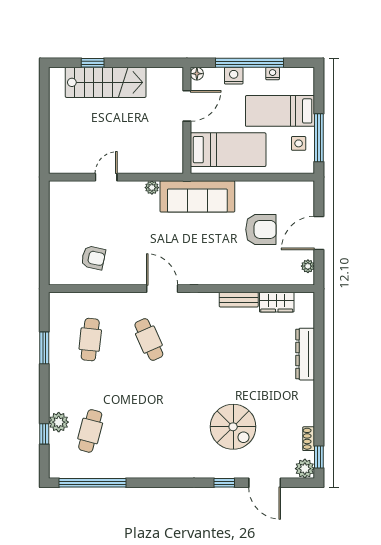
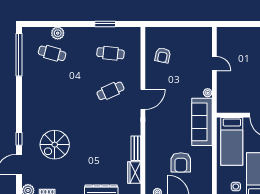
window: (44, 434) -> (50, 24), removed

